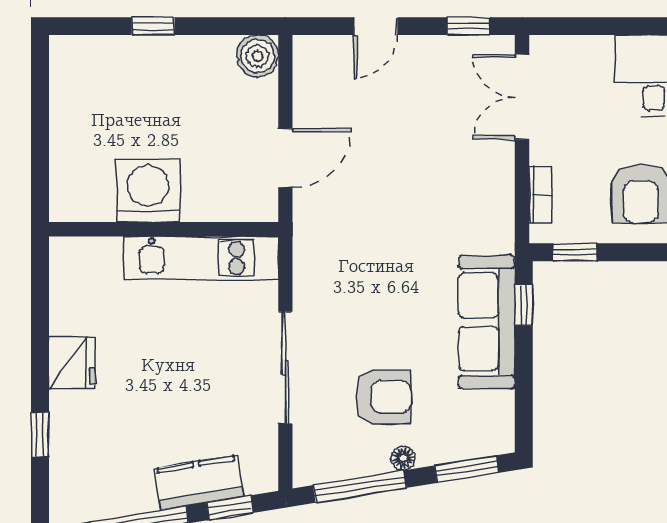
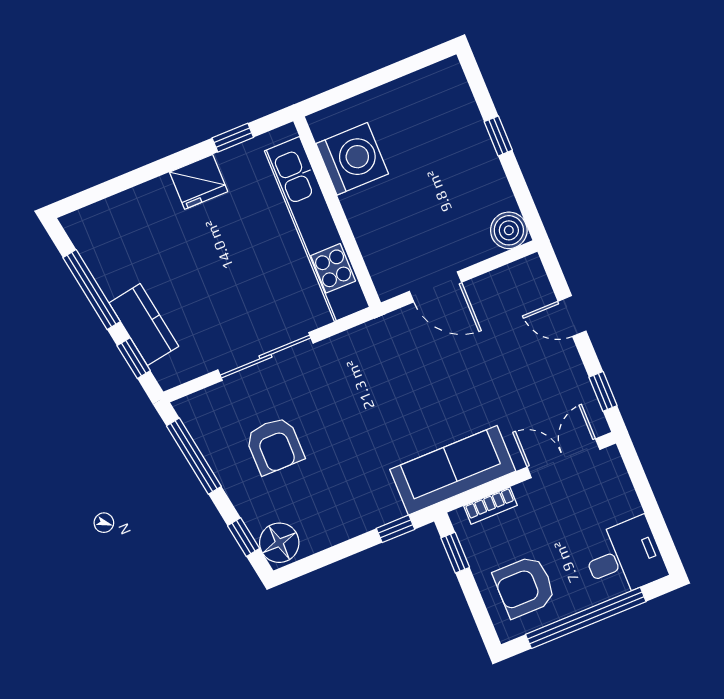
washing machine: (148, 190) -> (352, 159), moved
kitchen unit: (201, 258) -> (317, 229), width x1.36
sofa: (487, 322) -> (453, 470), moved
window: (40, 435) -> (233, 138), moved
floor lamp: (403, 458) -> (279, 543), moved, width x1.89, depth x1.89
window: (467, 469) -> (244, 537), width x0.67

